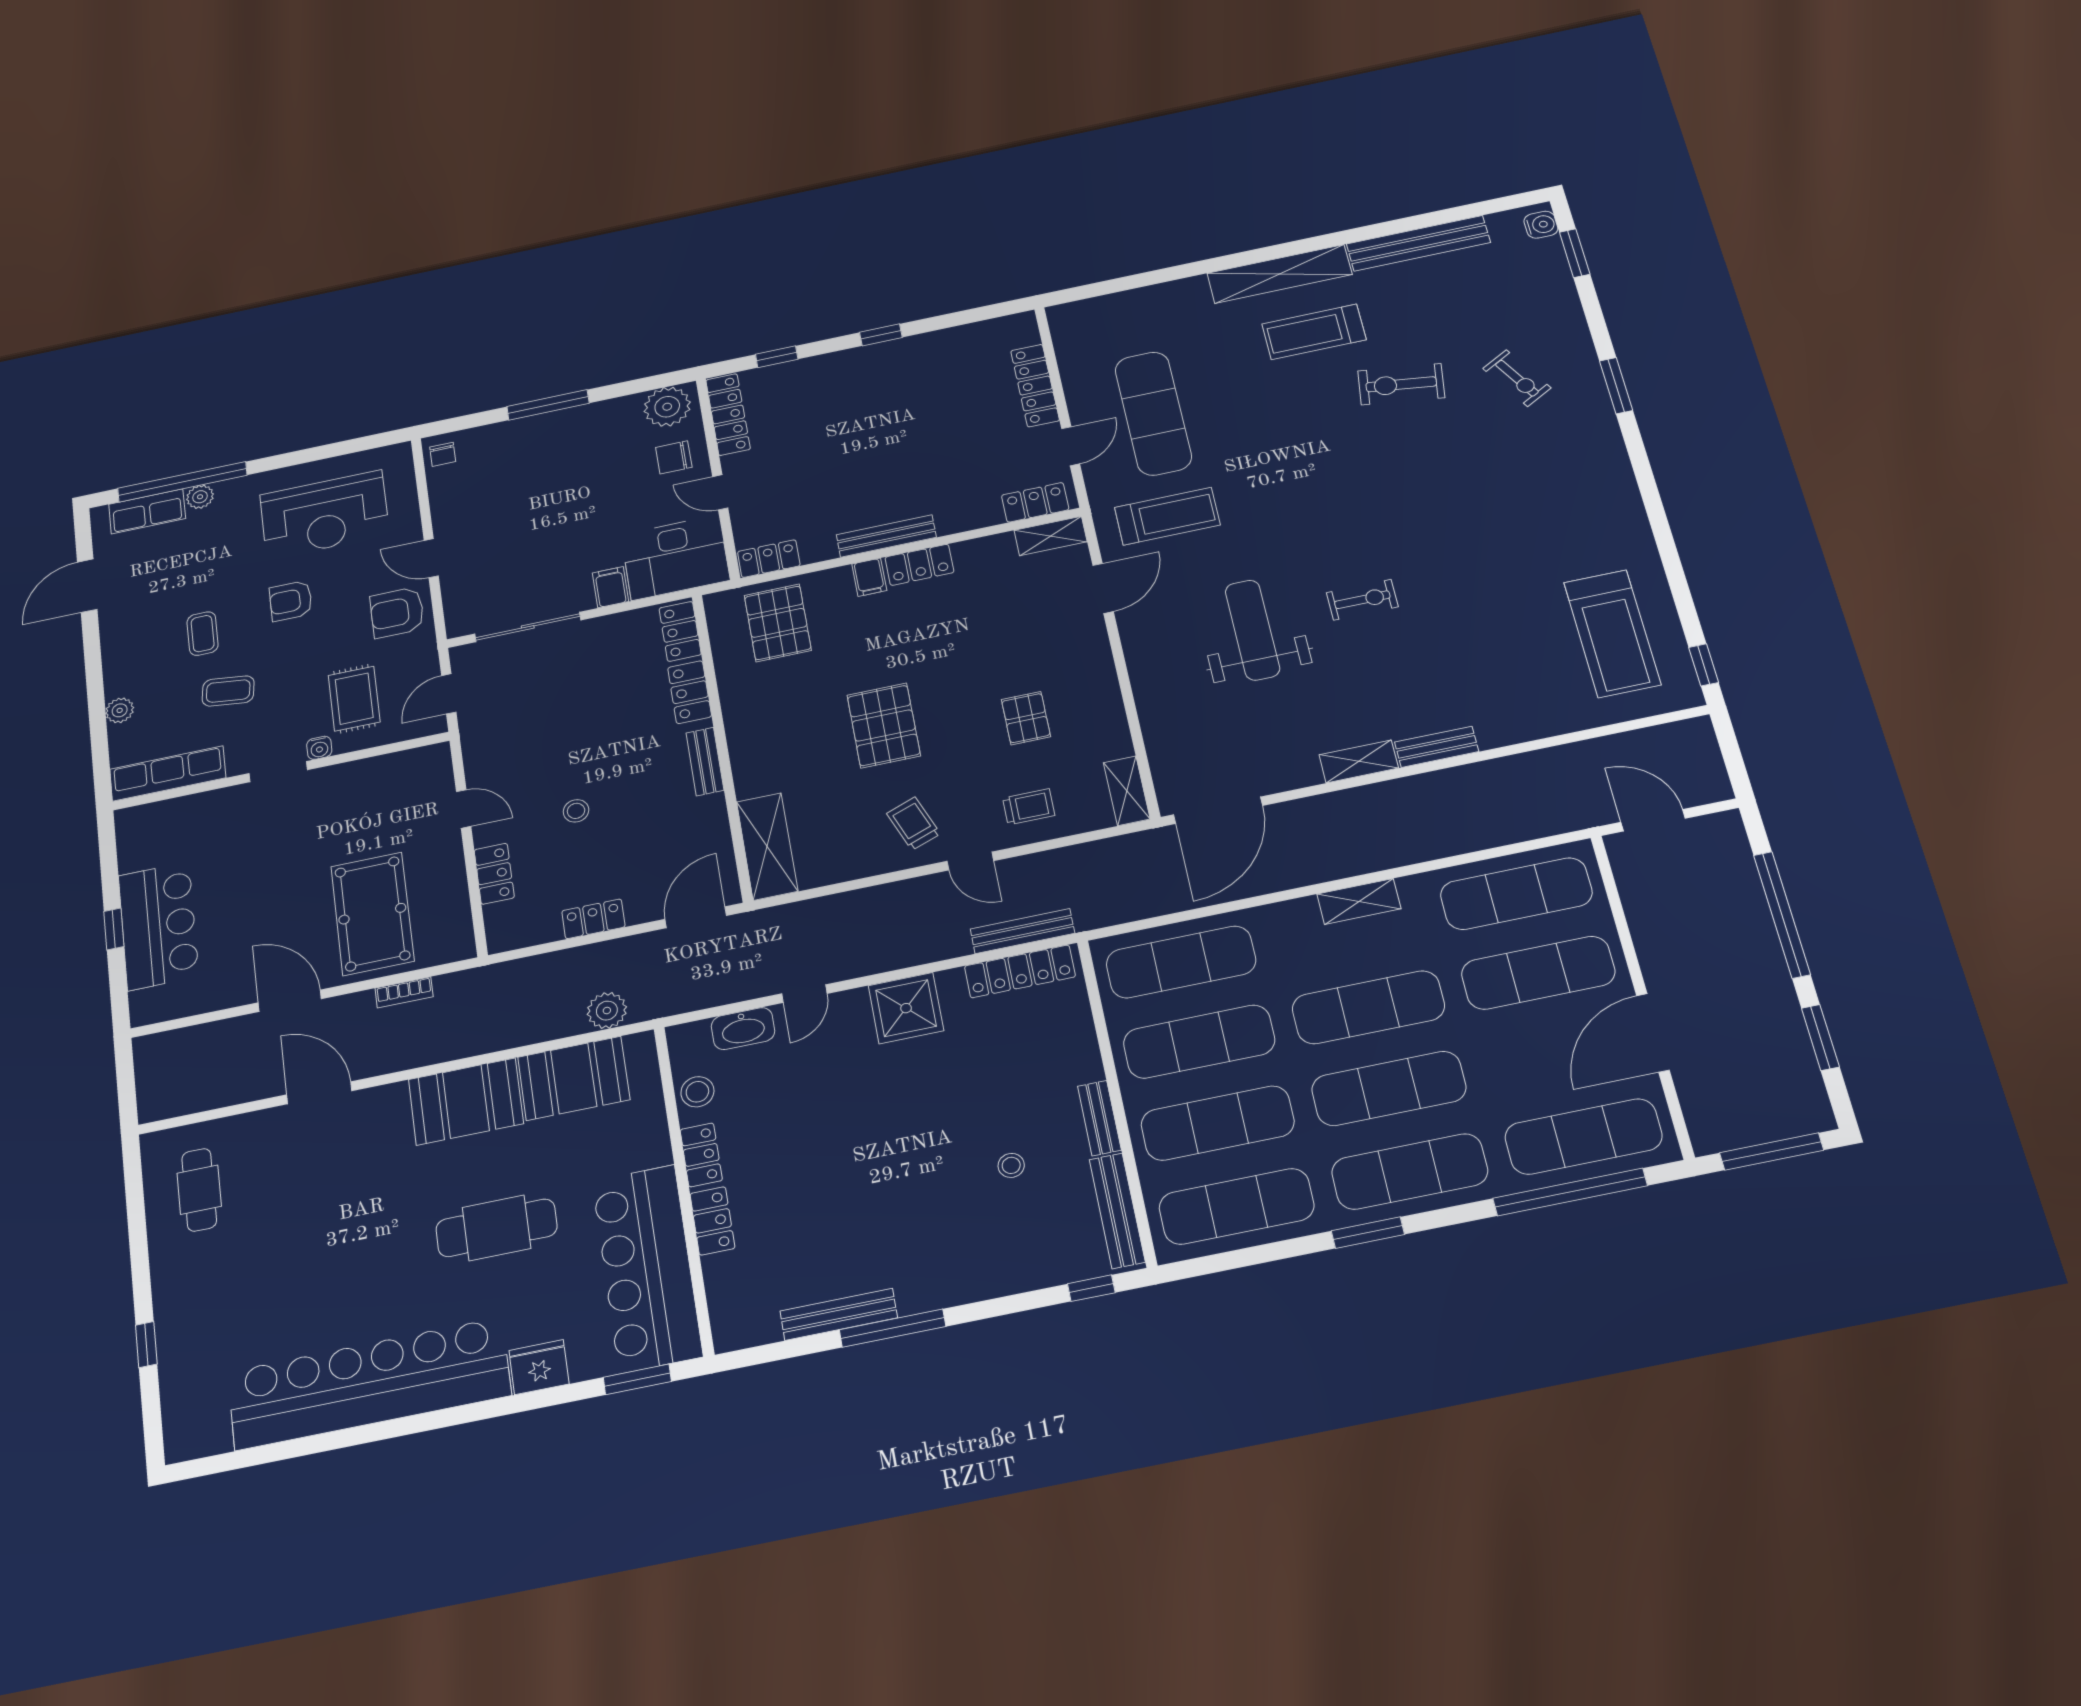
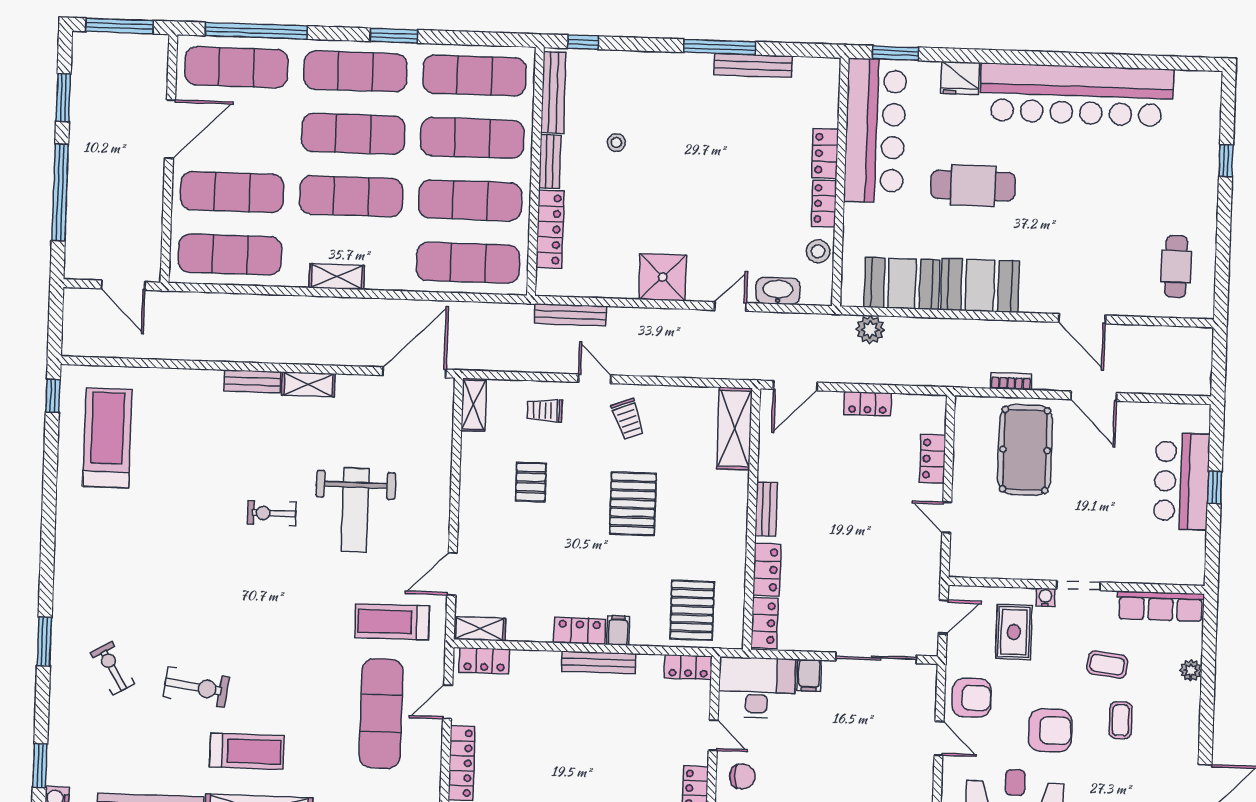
armchair: (291, 601) -> (1050, 730), width x1.38, depth x1.38
stool: (576, 811) -> (866, 494), removed
locker: (1020, 971) -> (550, 229), moved, turned 90

